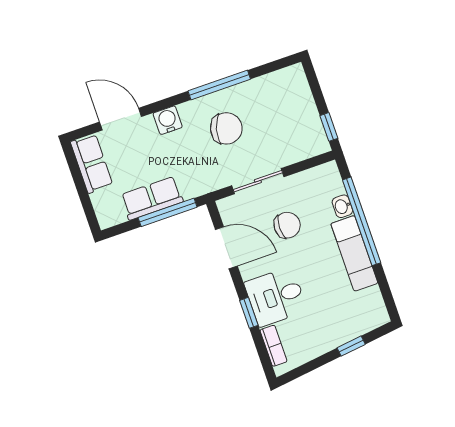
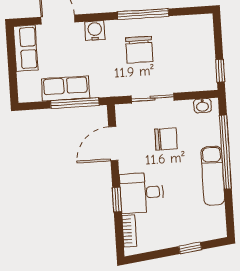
chair: (226, 128) -> (139, 50), turned 75
washbasin: (342, 206) -> (202, 106), moved, turned -90
door: (226, 248) -> (113, 144), swing flipped

